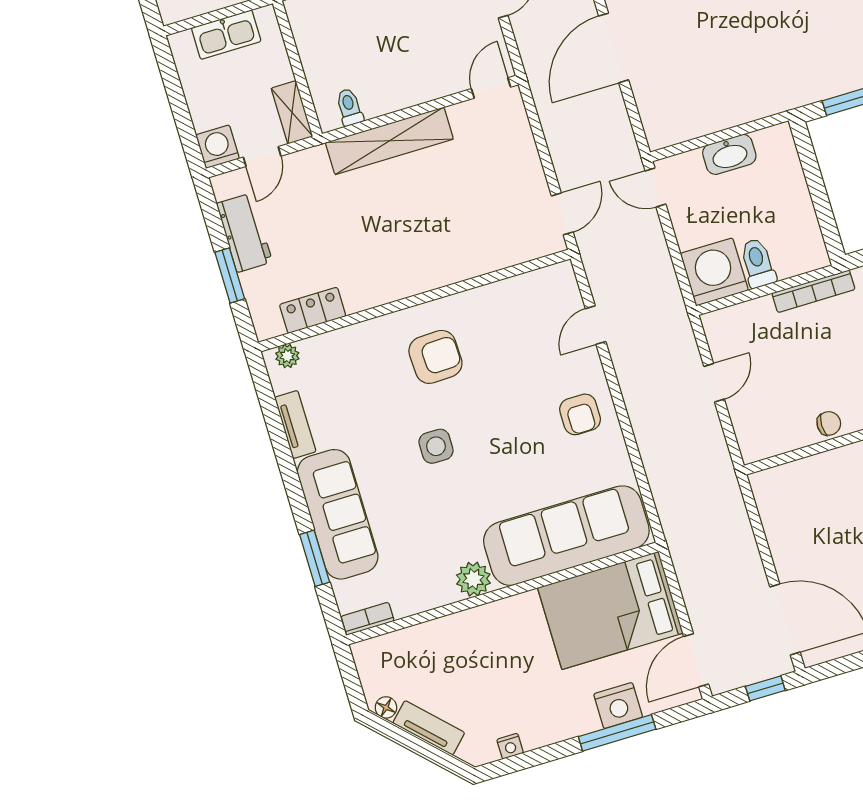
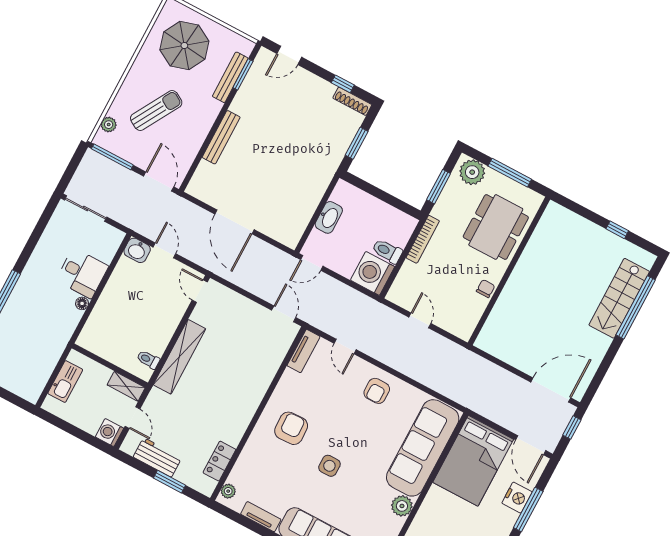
tv unit: (541, 281) -> (303, 351), added
armchair: (580, 414) -> (377, 391), turned 90

